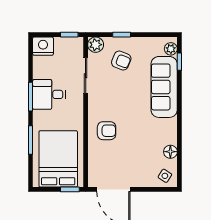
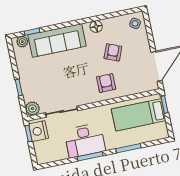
nightstand: (43, 46) -> (38, 131), moved
armchair: (121, 61) -> (113, 52), moved
desk: (49, 94) -> (85, 140), width x1.37
floor lamp: (170, 152) -> (96, 26), moved
bed: (58, 159) -> (139, 115), width x0.67

